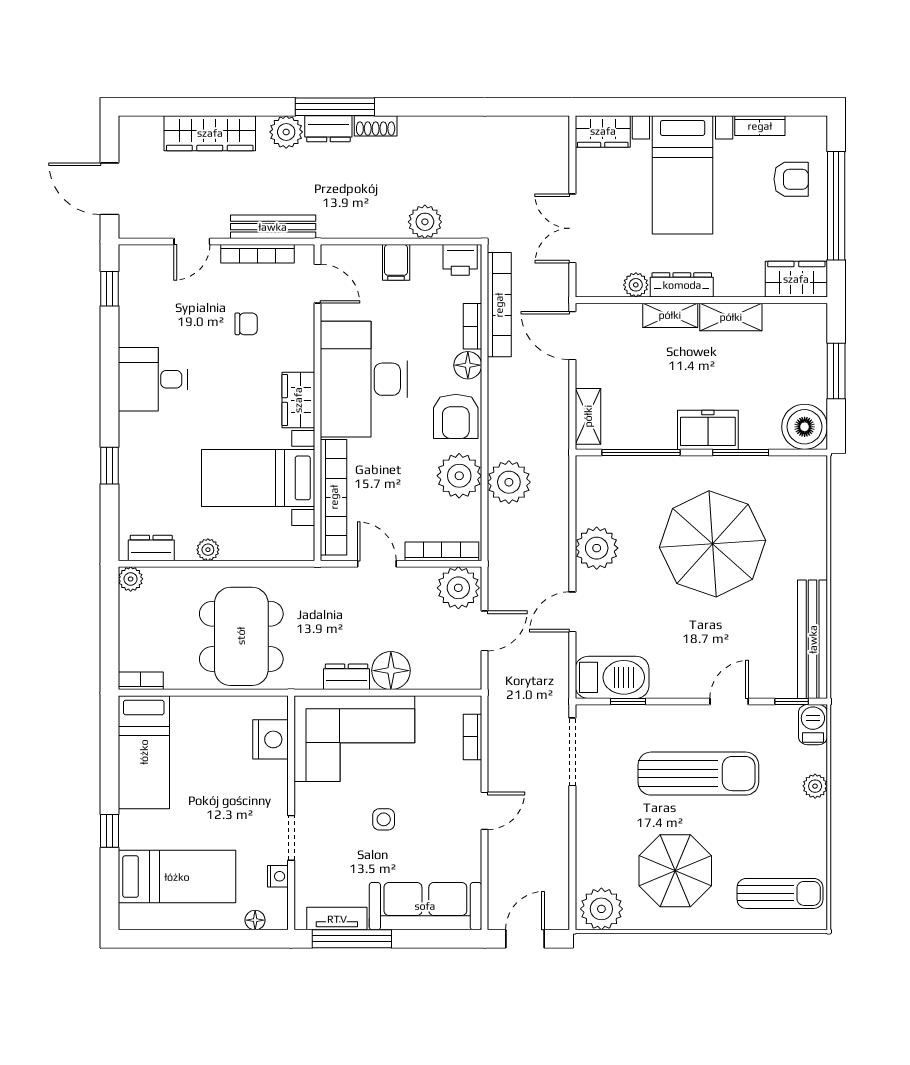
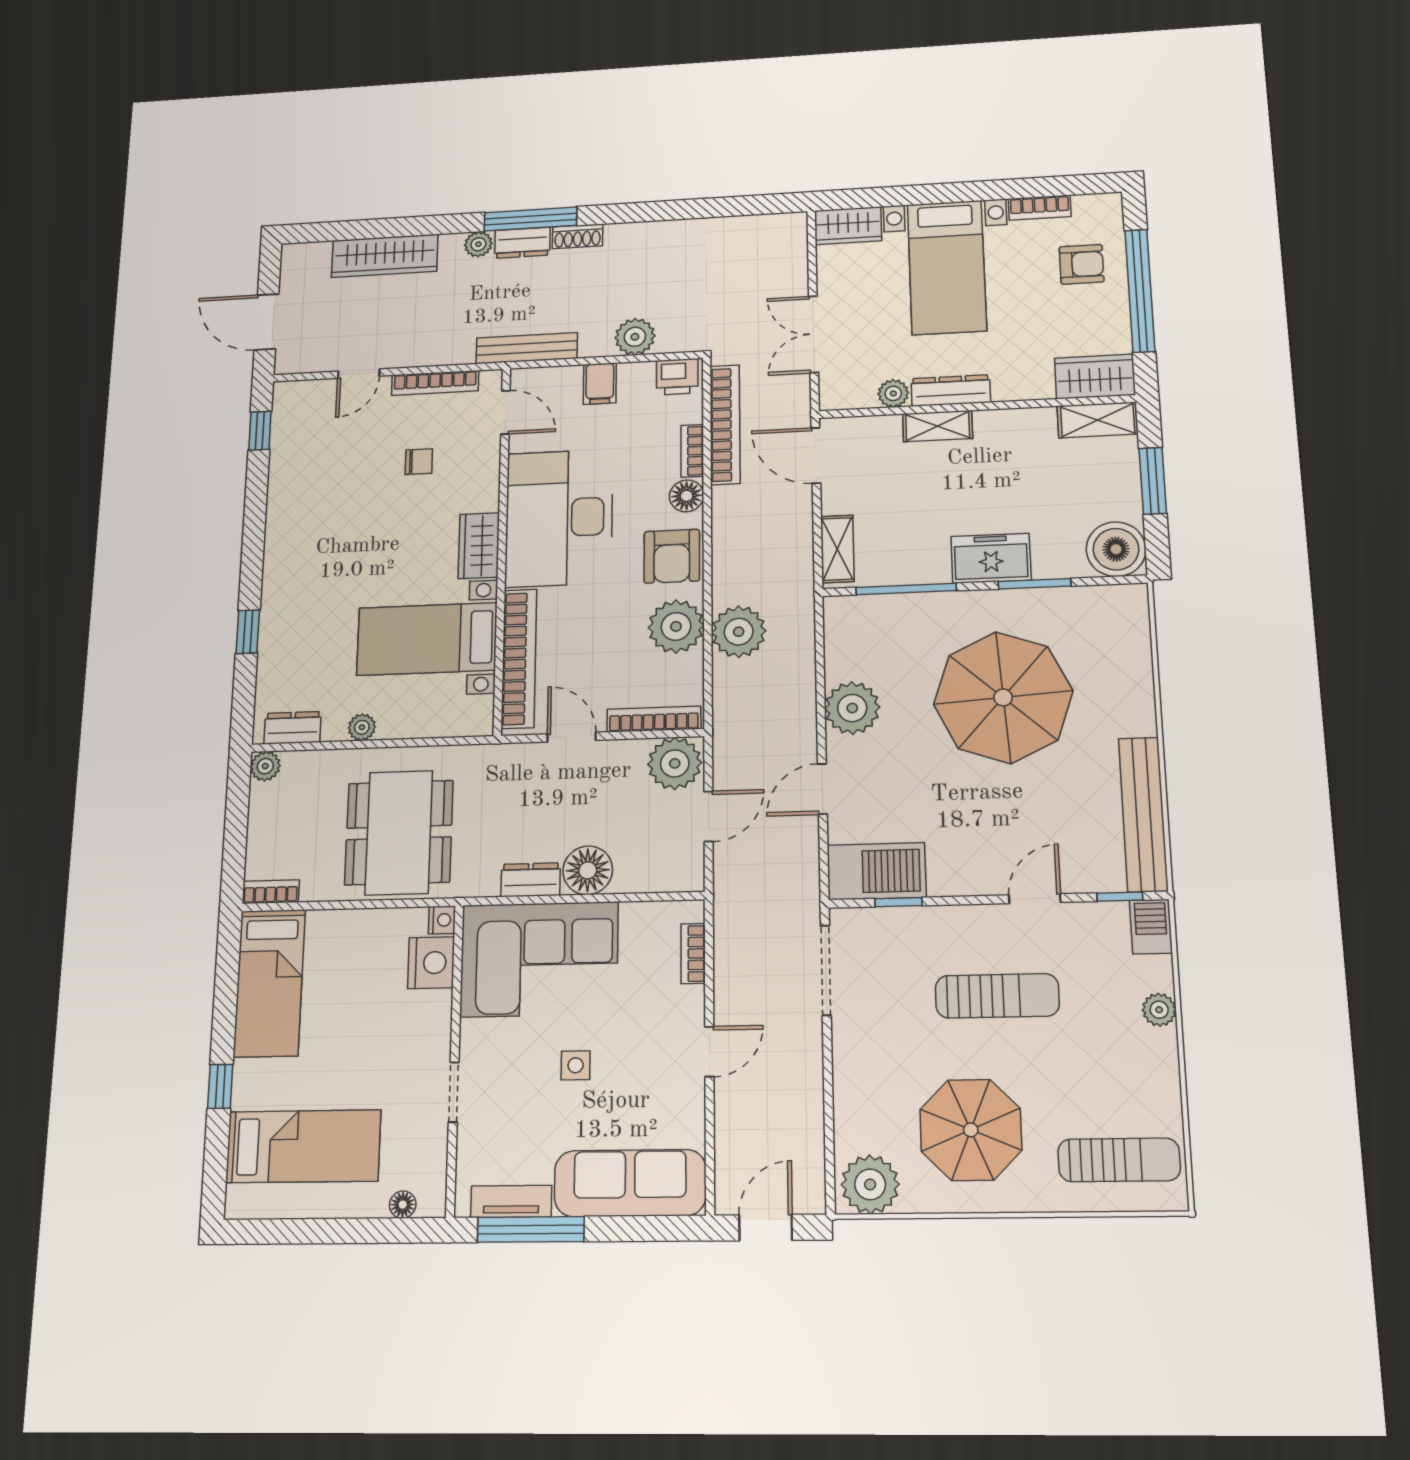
plant: (286, 132) -> (478, 244), width x0.73, depth x0.73
bench: (273, 227) -> (527, 348), moved
shelving: (731, 317) -> (1097, 420), moved
desk: (153, 379) -> (305, 530), removed
sun lounger: (698, 774) -> (997, 996), width x0.73, depth x0.75
nightstand: (278, 876) -> (442, 920), moved

